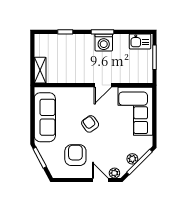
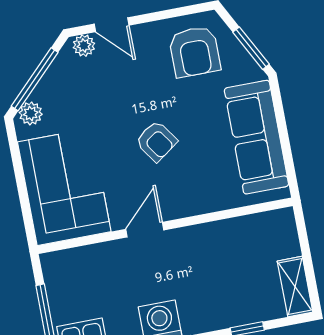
shelving: (40, 70) -> (295, 287), moved
armchair: (75, 155) -> (195, 52), moved
plant: (132, 159) -> (31, 113), moved

